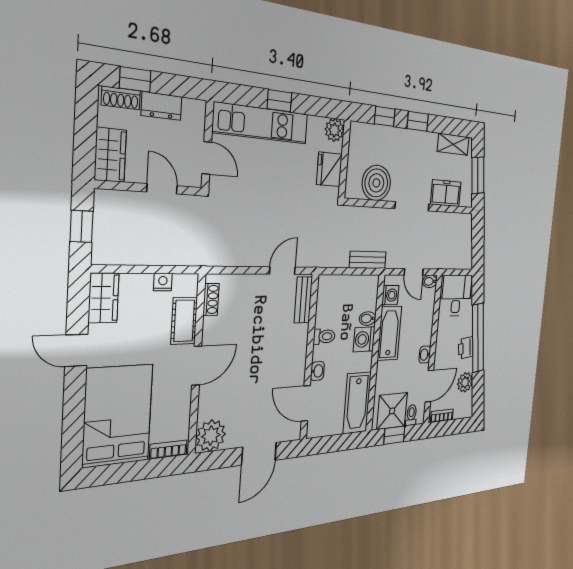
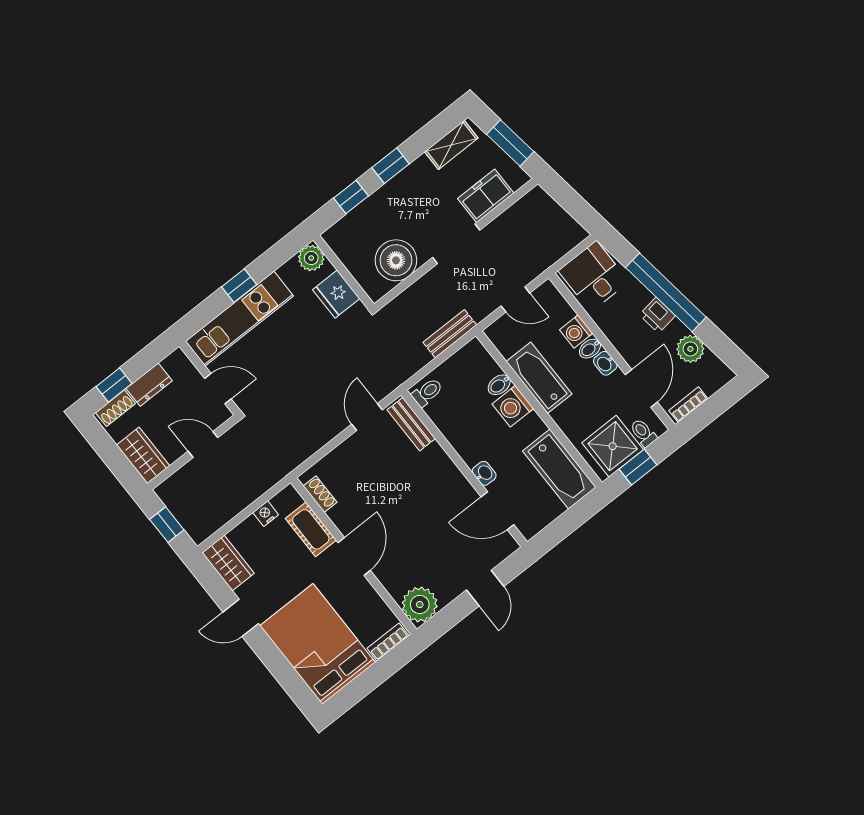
bidet: (430, 281) -> (590, 349), moved
washing machine: (390, 295) -> (576, 332), moved, turned 180
toilet: (324, 336) -> (427, 392), moved
door: (259, 454) -> (485, 588), width x0.73

